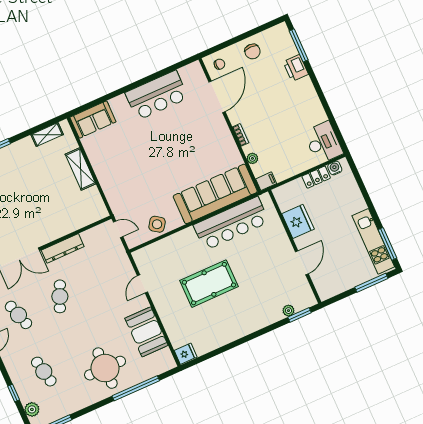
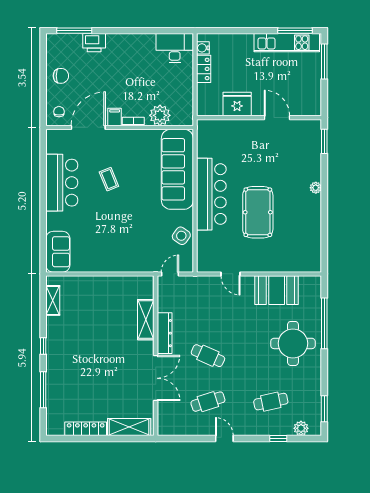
door: (217, 97) -> (88, 127), hinge flipped
coffee table: (179, 136) -> (109, 179), added
plant: (252, 158) -> (160, 115), width x1.88, depth x1.88
shelving: (81, 169) -> (146, 320), moved, turned 90
filing cabinet: (266, 181) -> (115, 117), moved
bar counter: (231, 223) -> (211, 194), moved
plant: (288, 311) -> (316, 188), moved
fridge: (186, 354) -> (313, 263), removed

